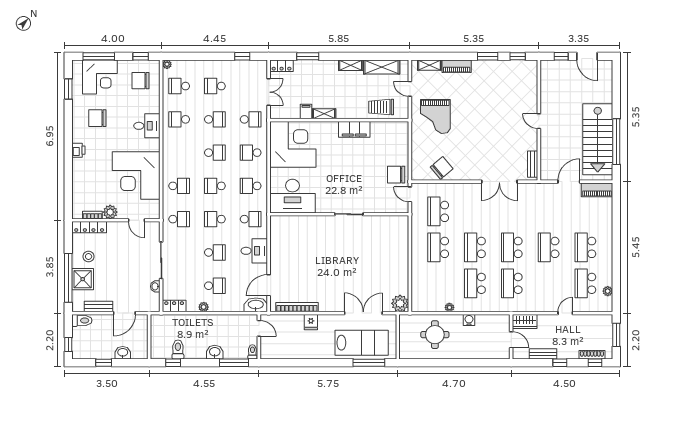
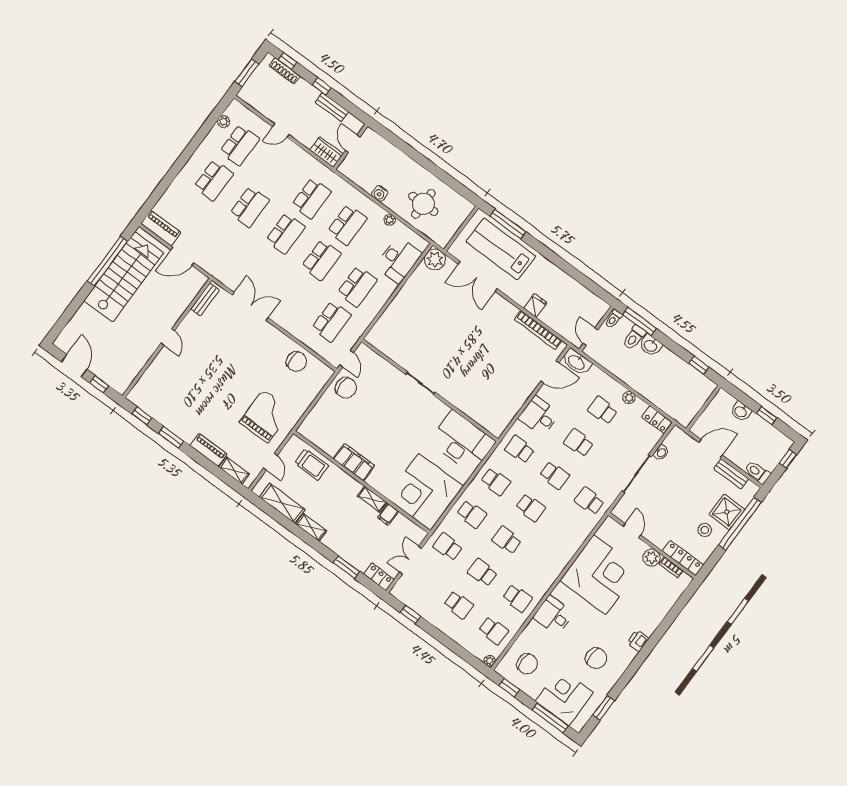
chair: (442, 168) -> (297, 361), turned -140
school desk: (179, 186) -> (565, 533), removed
desk: (424, 285) -> (399, 260), added
toilet: (178, 349) -> (634, 337), moved

